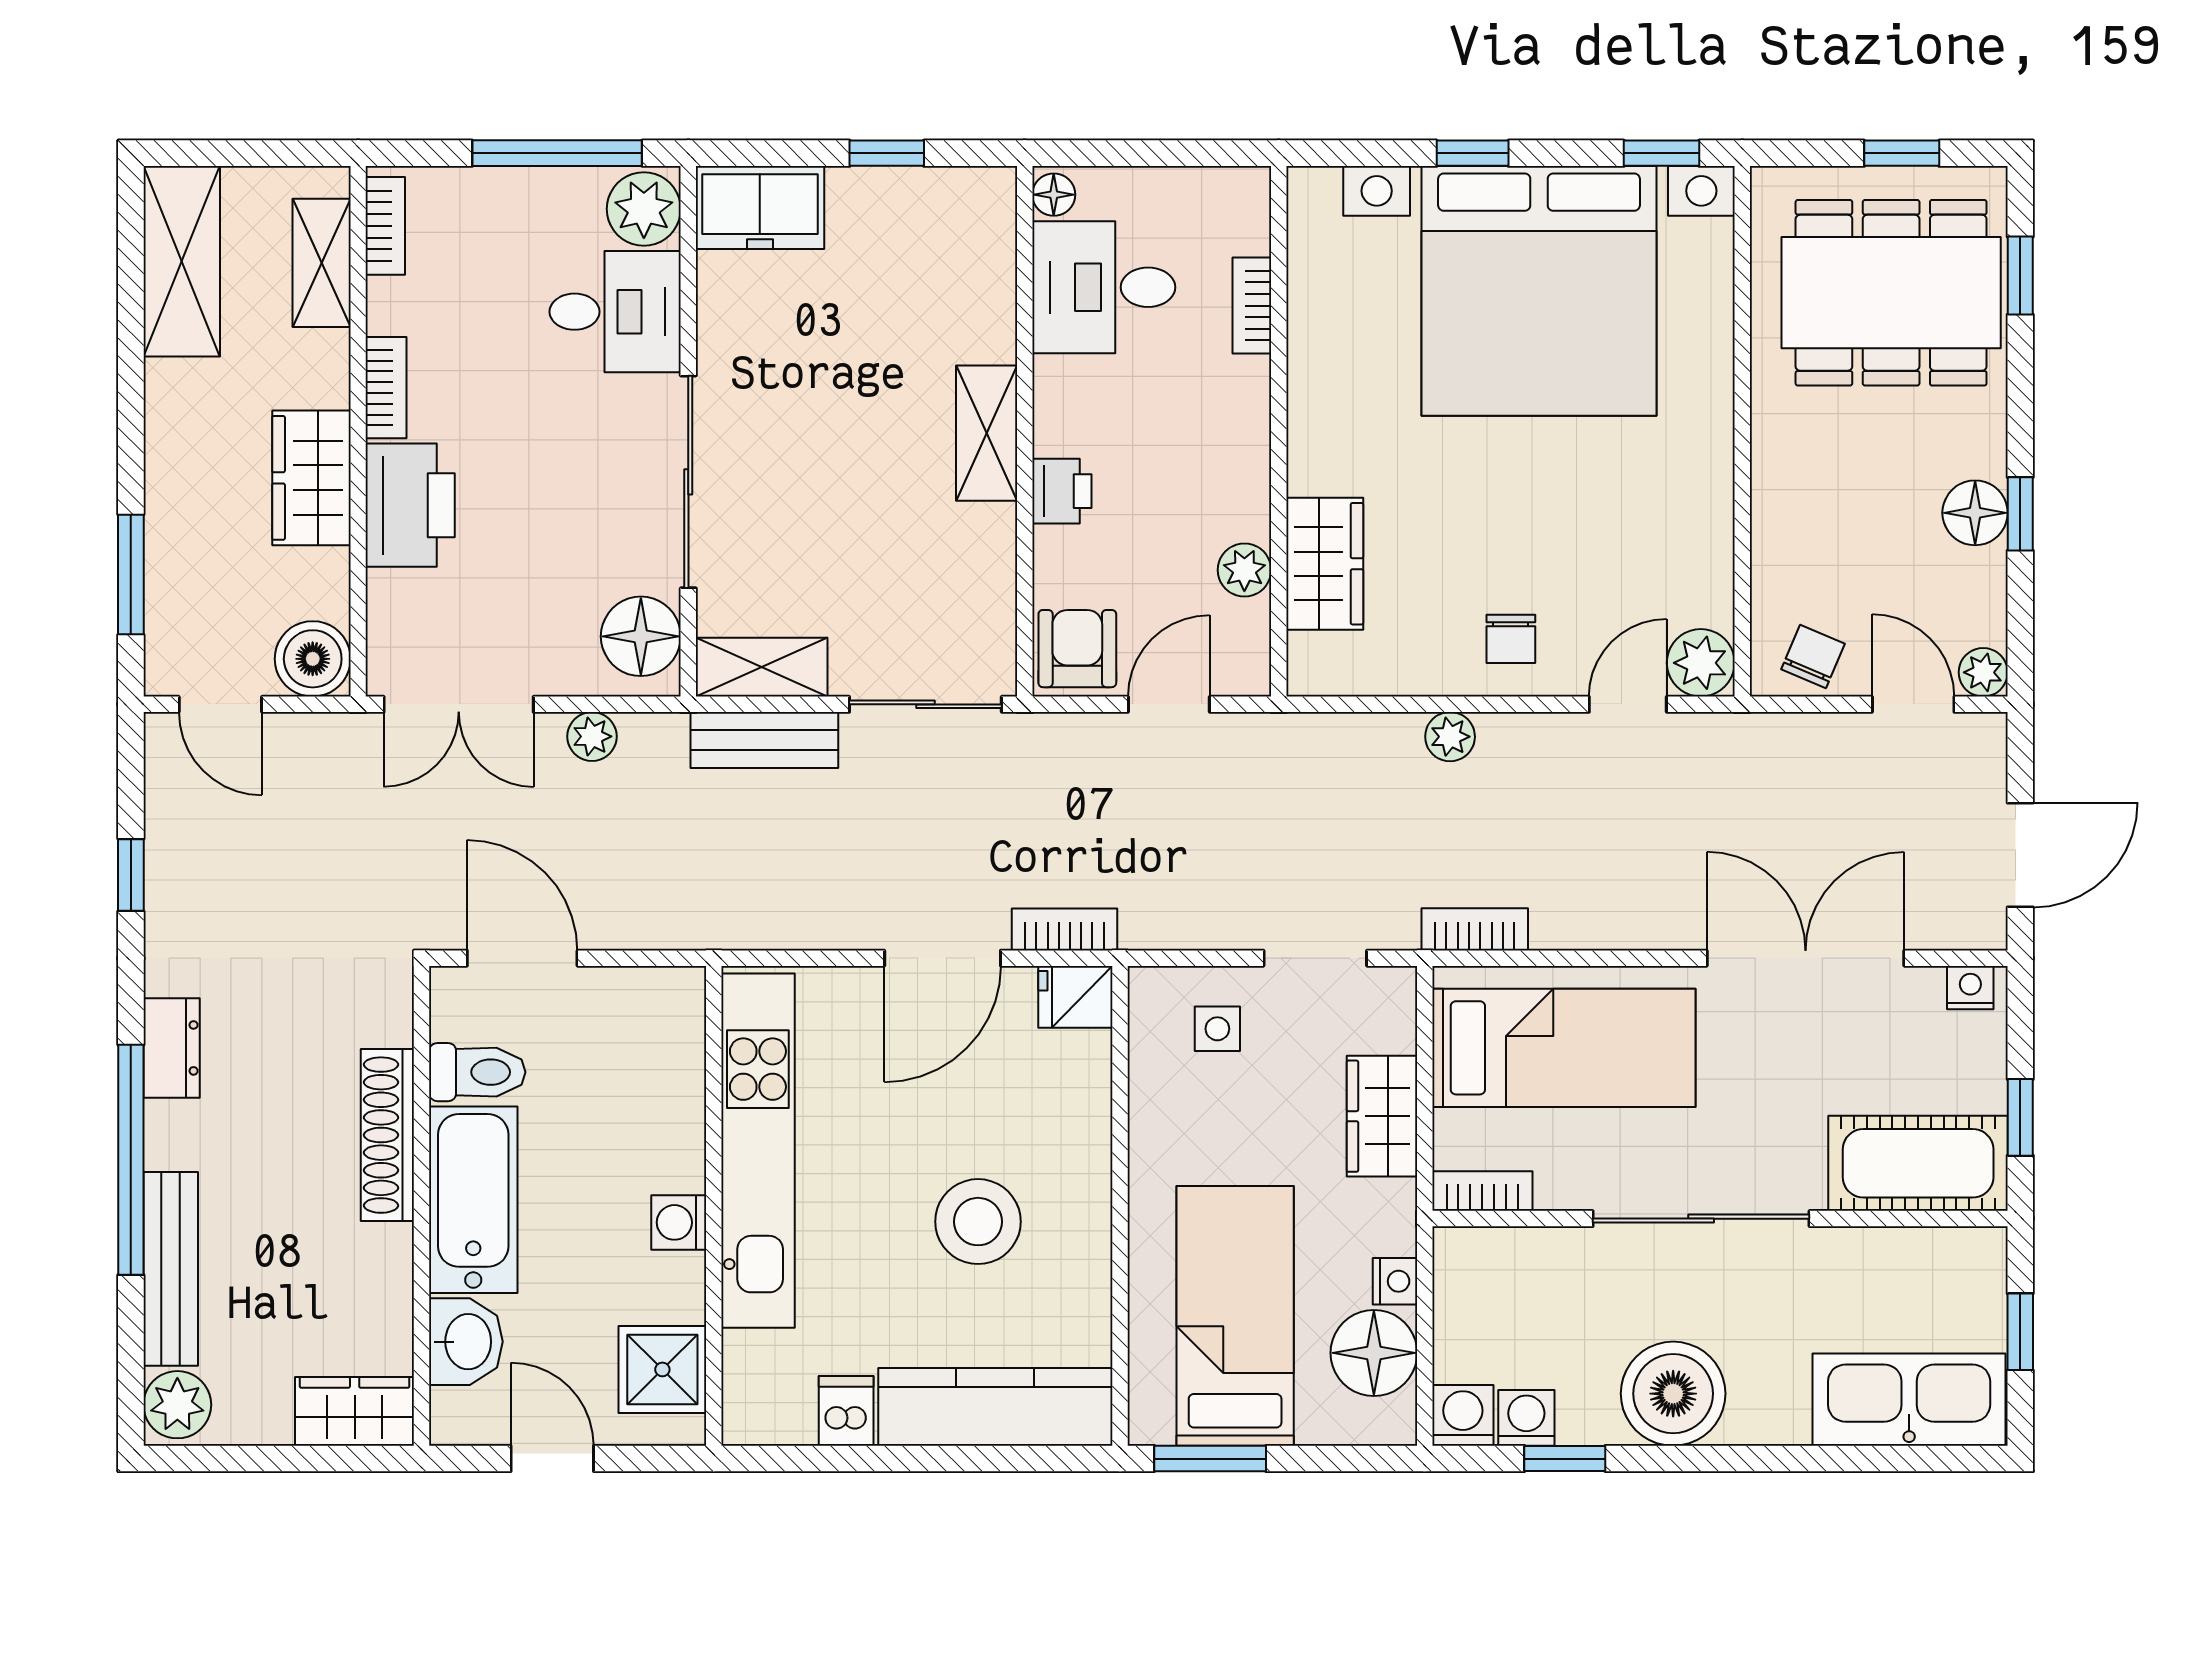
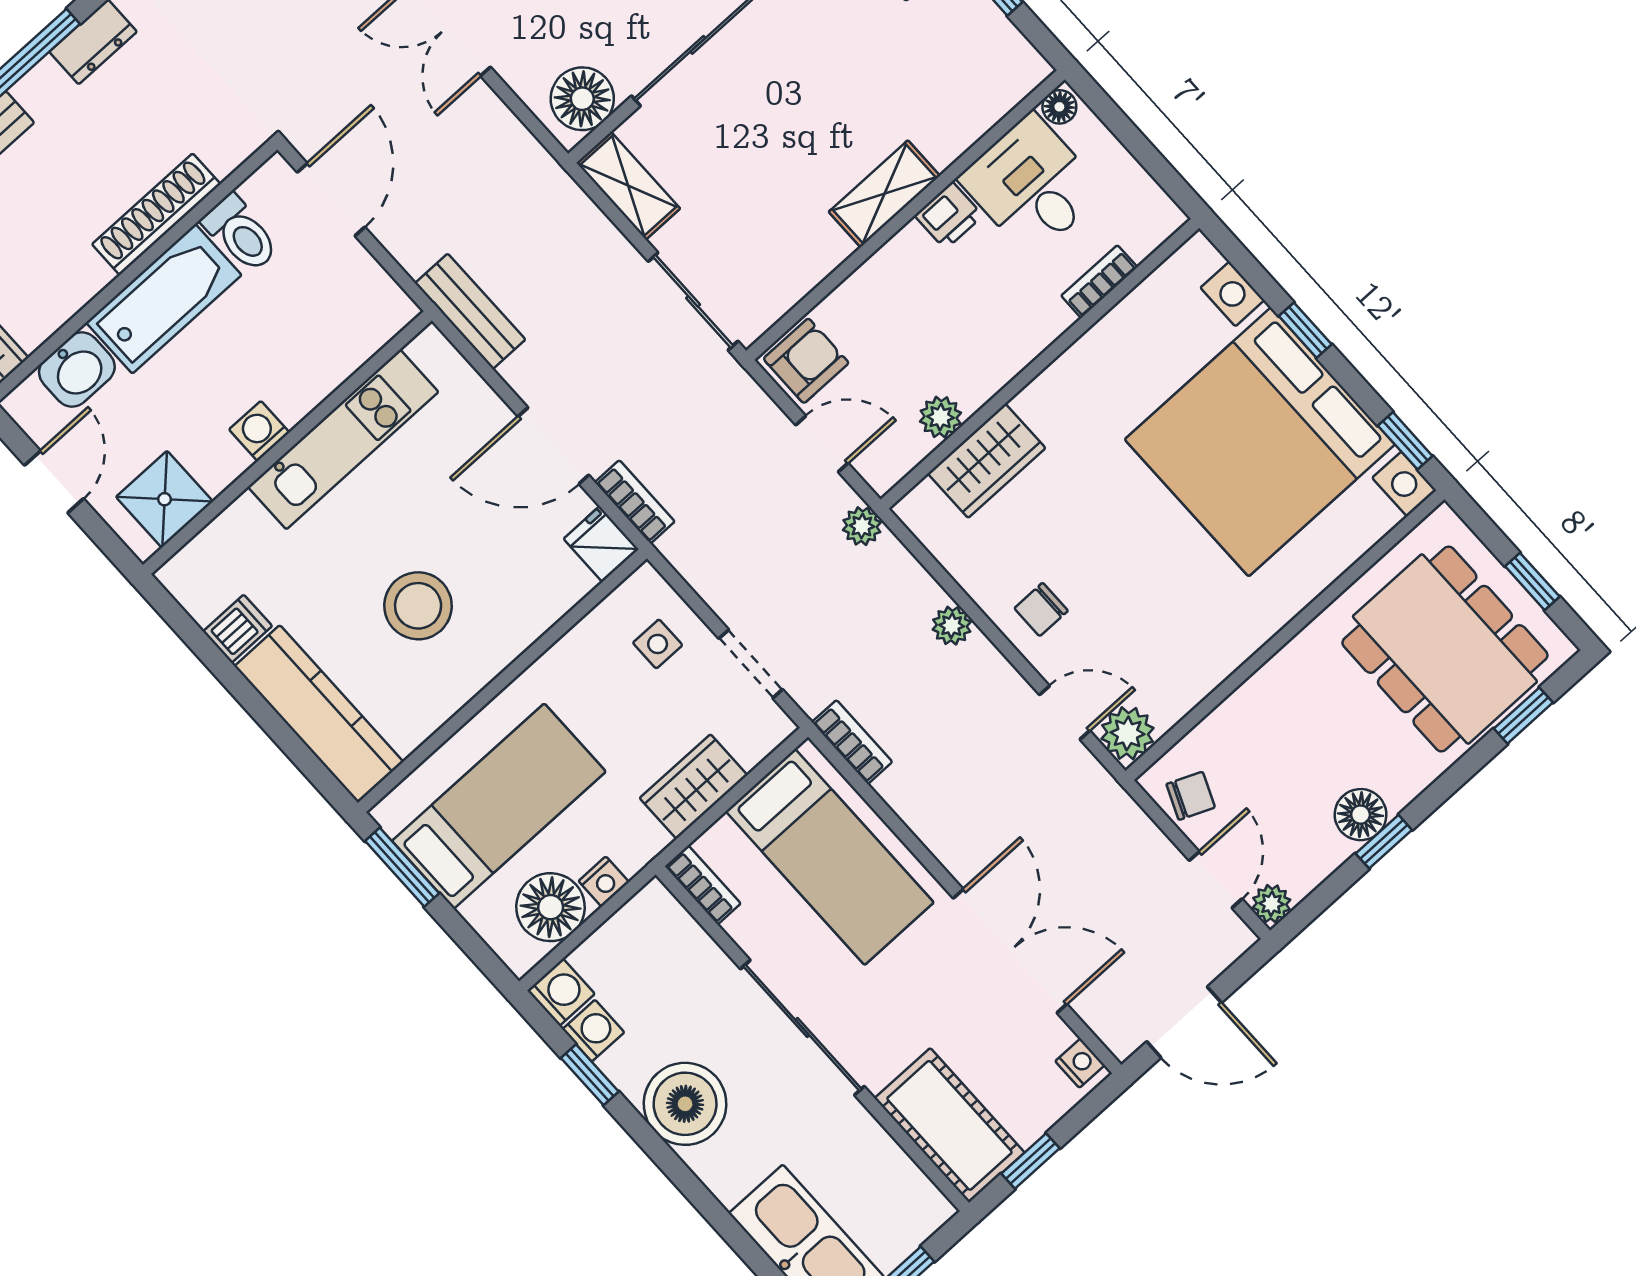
printer: (1062, 491) -> (949, 216), moved
plant: (592, 736) -> (862, 526), moved
bench: (764, 740) -> (470, 311), moved
kitchen unit: (758, 1151) -> (343, 439), width x0.73

